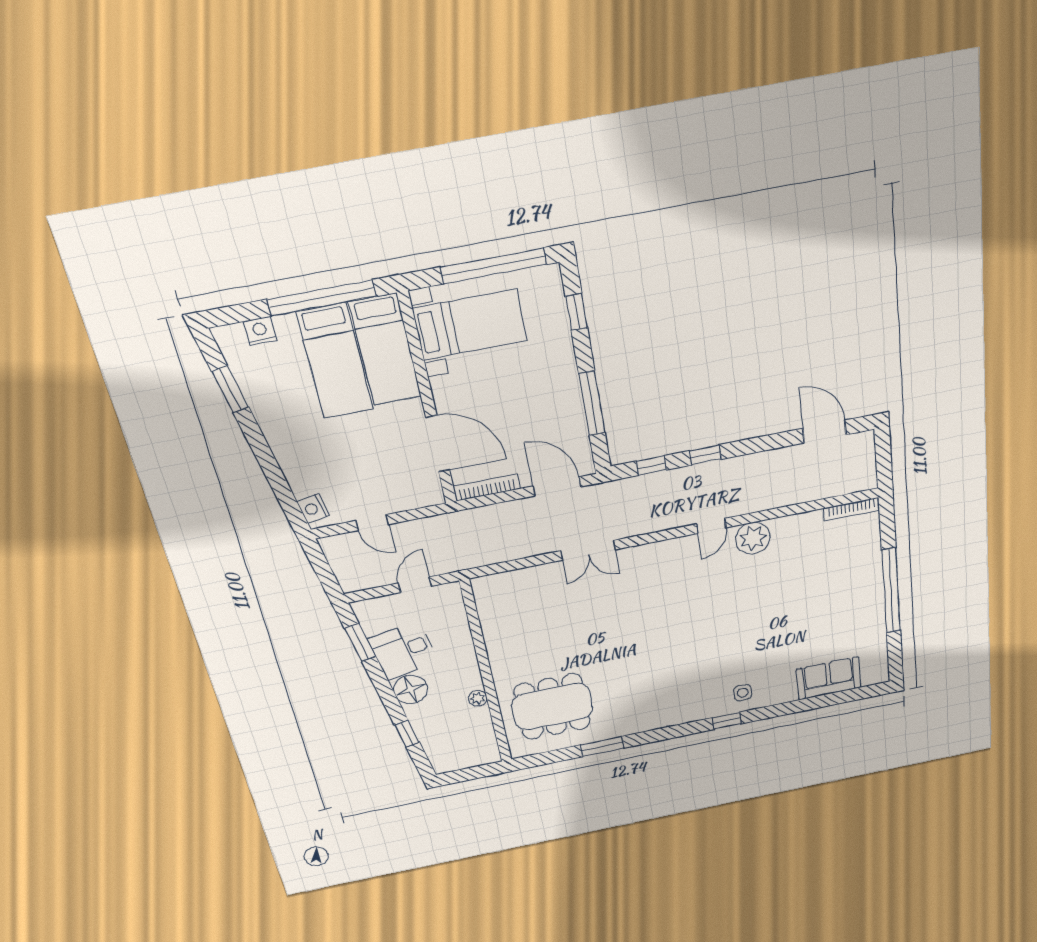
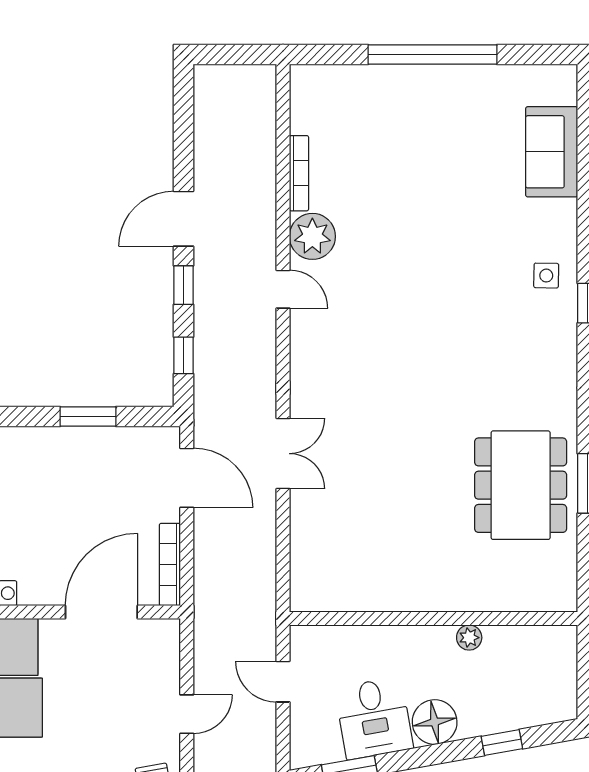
window: (592, 403) -> (88, 417), width x0.69
door: (824, 432) -> (184, 219), moved
door: (557, 486) -> (187, 478), swing flipped
bookcase: (851, 509) -> (299, 173), moved
dining table: (552, 707) -> (521, 485), moved

